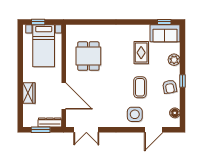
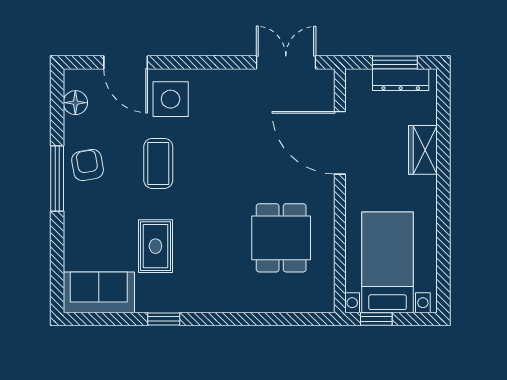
window: (38, 22) -> (376, 319), moved
window: (164, 22) -> (164, 319), moved
plant: (174, 60) -> (77, 229), removed
window: (182, 81) -> (57, 178), width x2.17
dresser: (50, 123) -> (401, 80), moved
door: (154, 130) -> (126, 62), swing flipped

